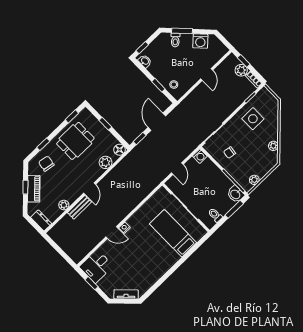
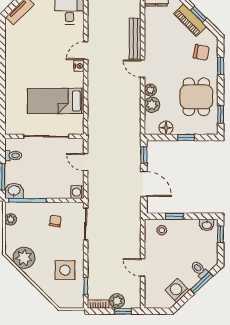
plant: (273, 146) -> (24, 258), width x1.87, depth x1.87
floor lamp: (120, 150) -> (166, 128), moved
plant: (64, 205) -> (150, 90), moved
bench: (79, 207) -> (135, 39), width x1.36
bed: (173, 233) -> (56, 101), moved, turned 180

